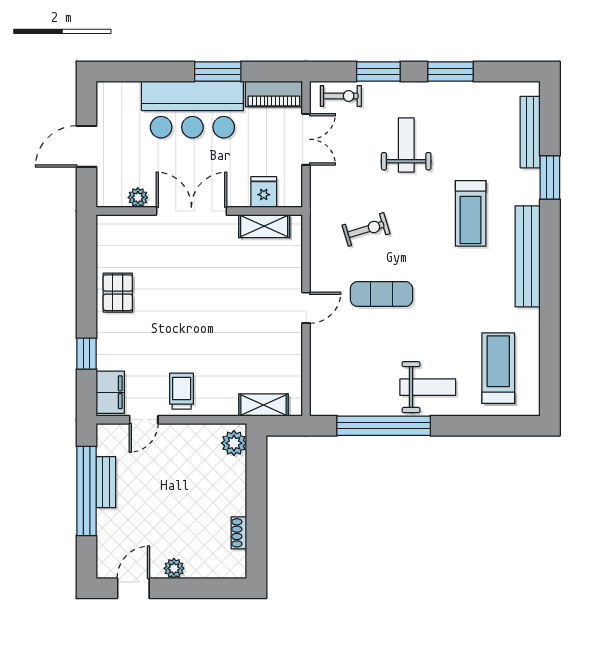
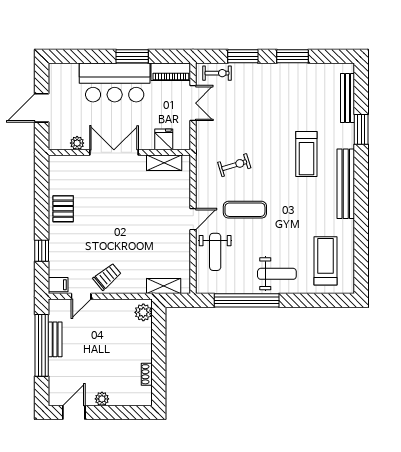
weight bench: (406, 145) -> (215, 252), moved, turned 180
trolley: (182, 391) -> (107, 277), turned 50
filing cabinet: (110, 392) -> (58, 285), width x0.50

